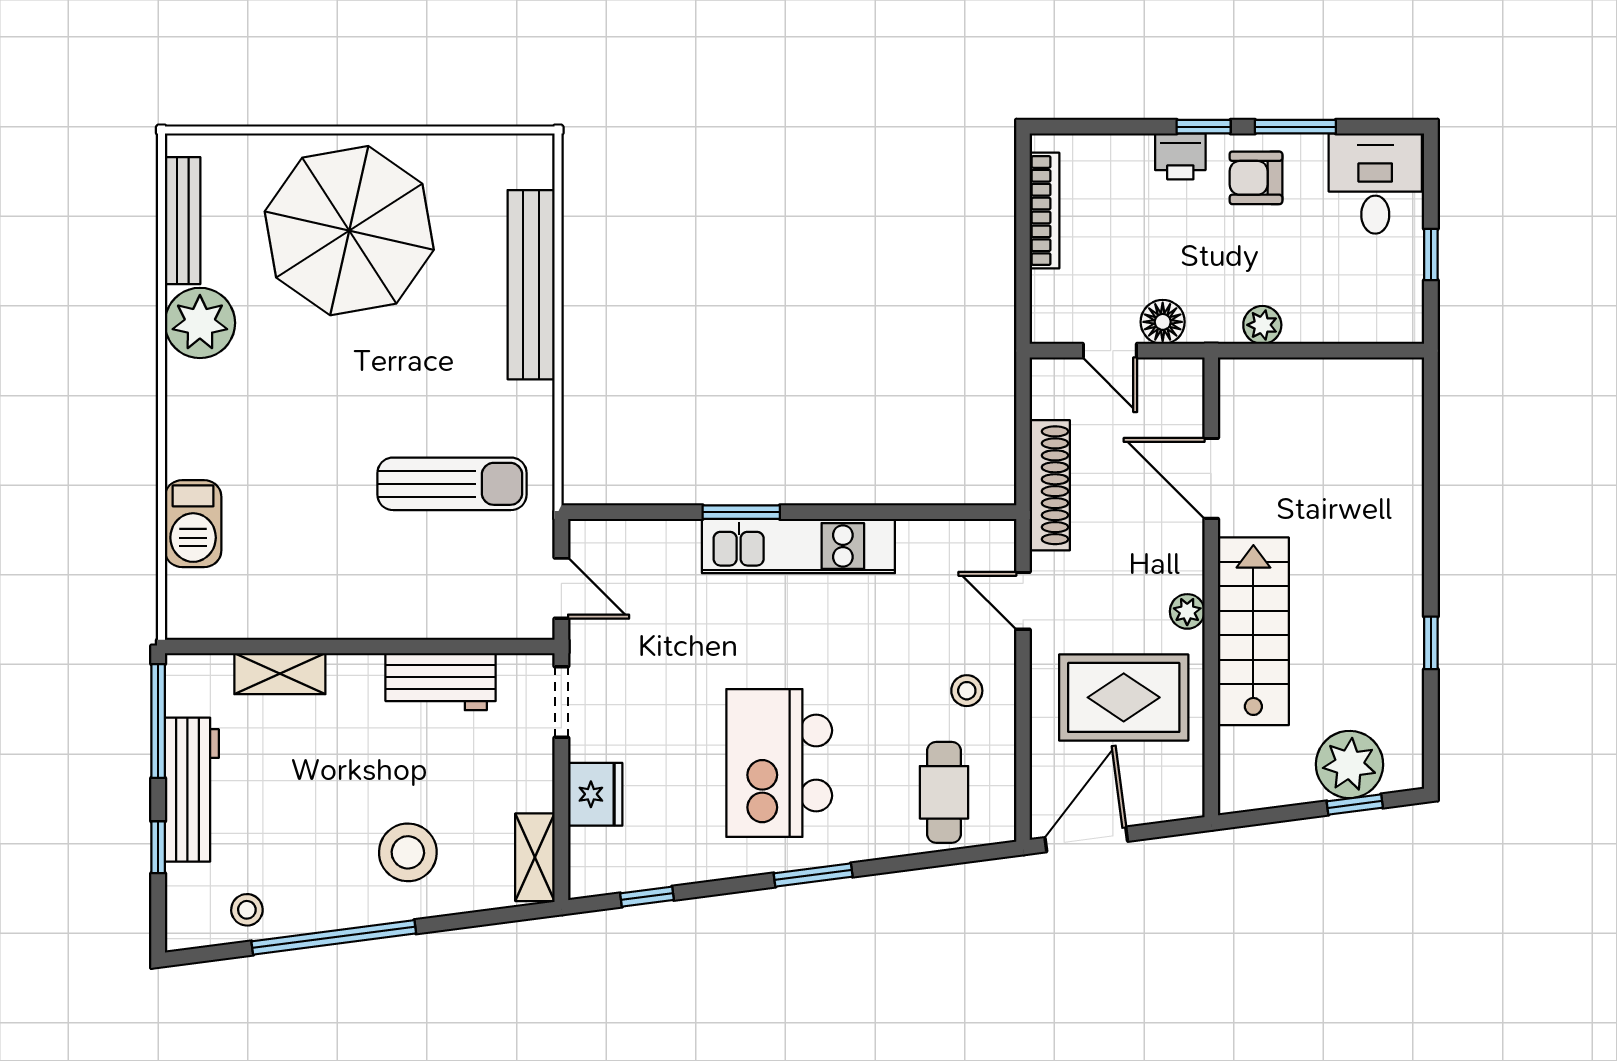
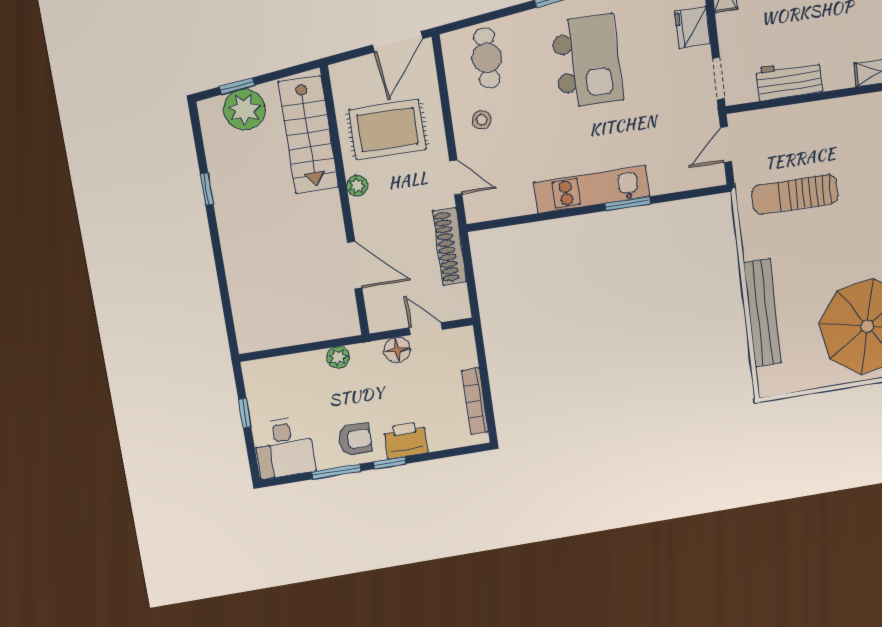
printer: (1180, 156) -> (406, 440), width x1.36, depth x1.24
door: (561, 588) -> (726, 144), hinge flipped
stairs: (1253, 631) -> (308, 135), moved

